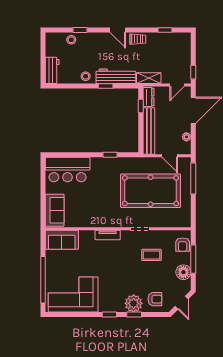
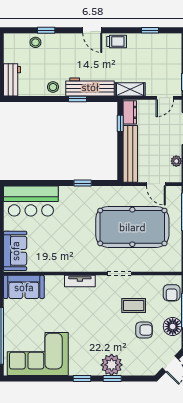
armchair: (155, 299) -> (144, 330), moved

